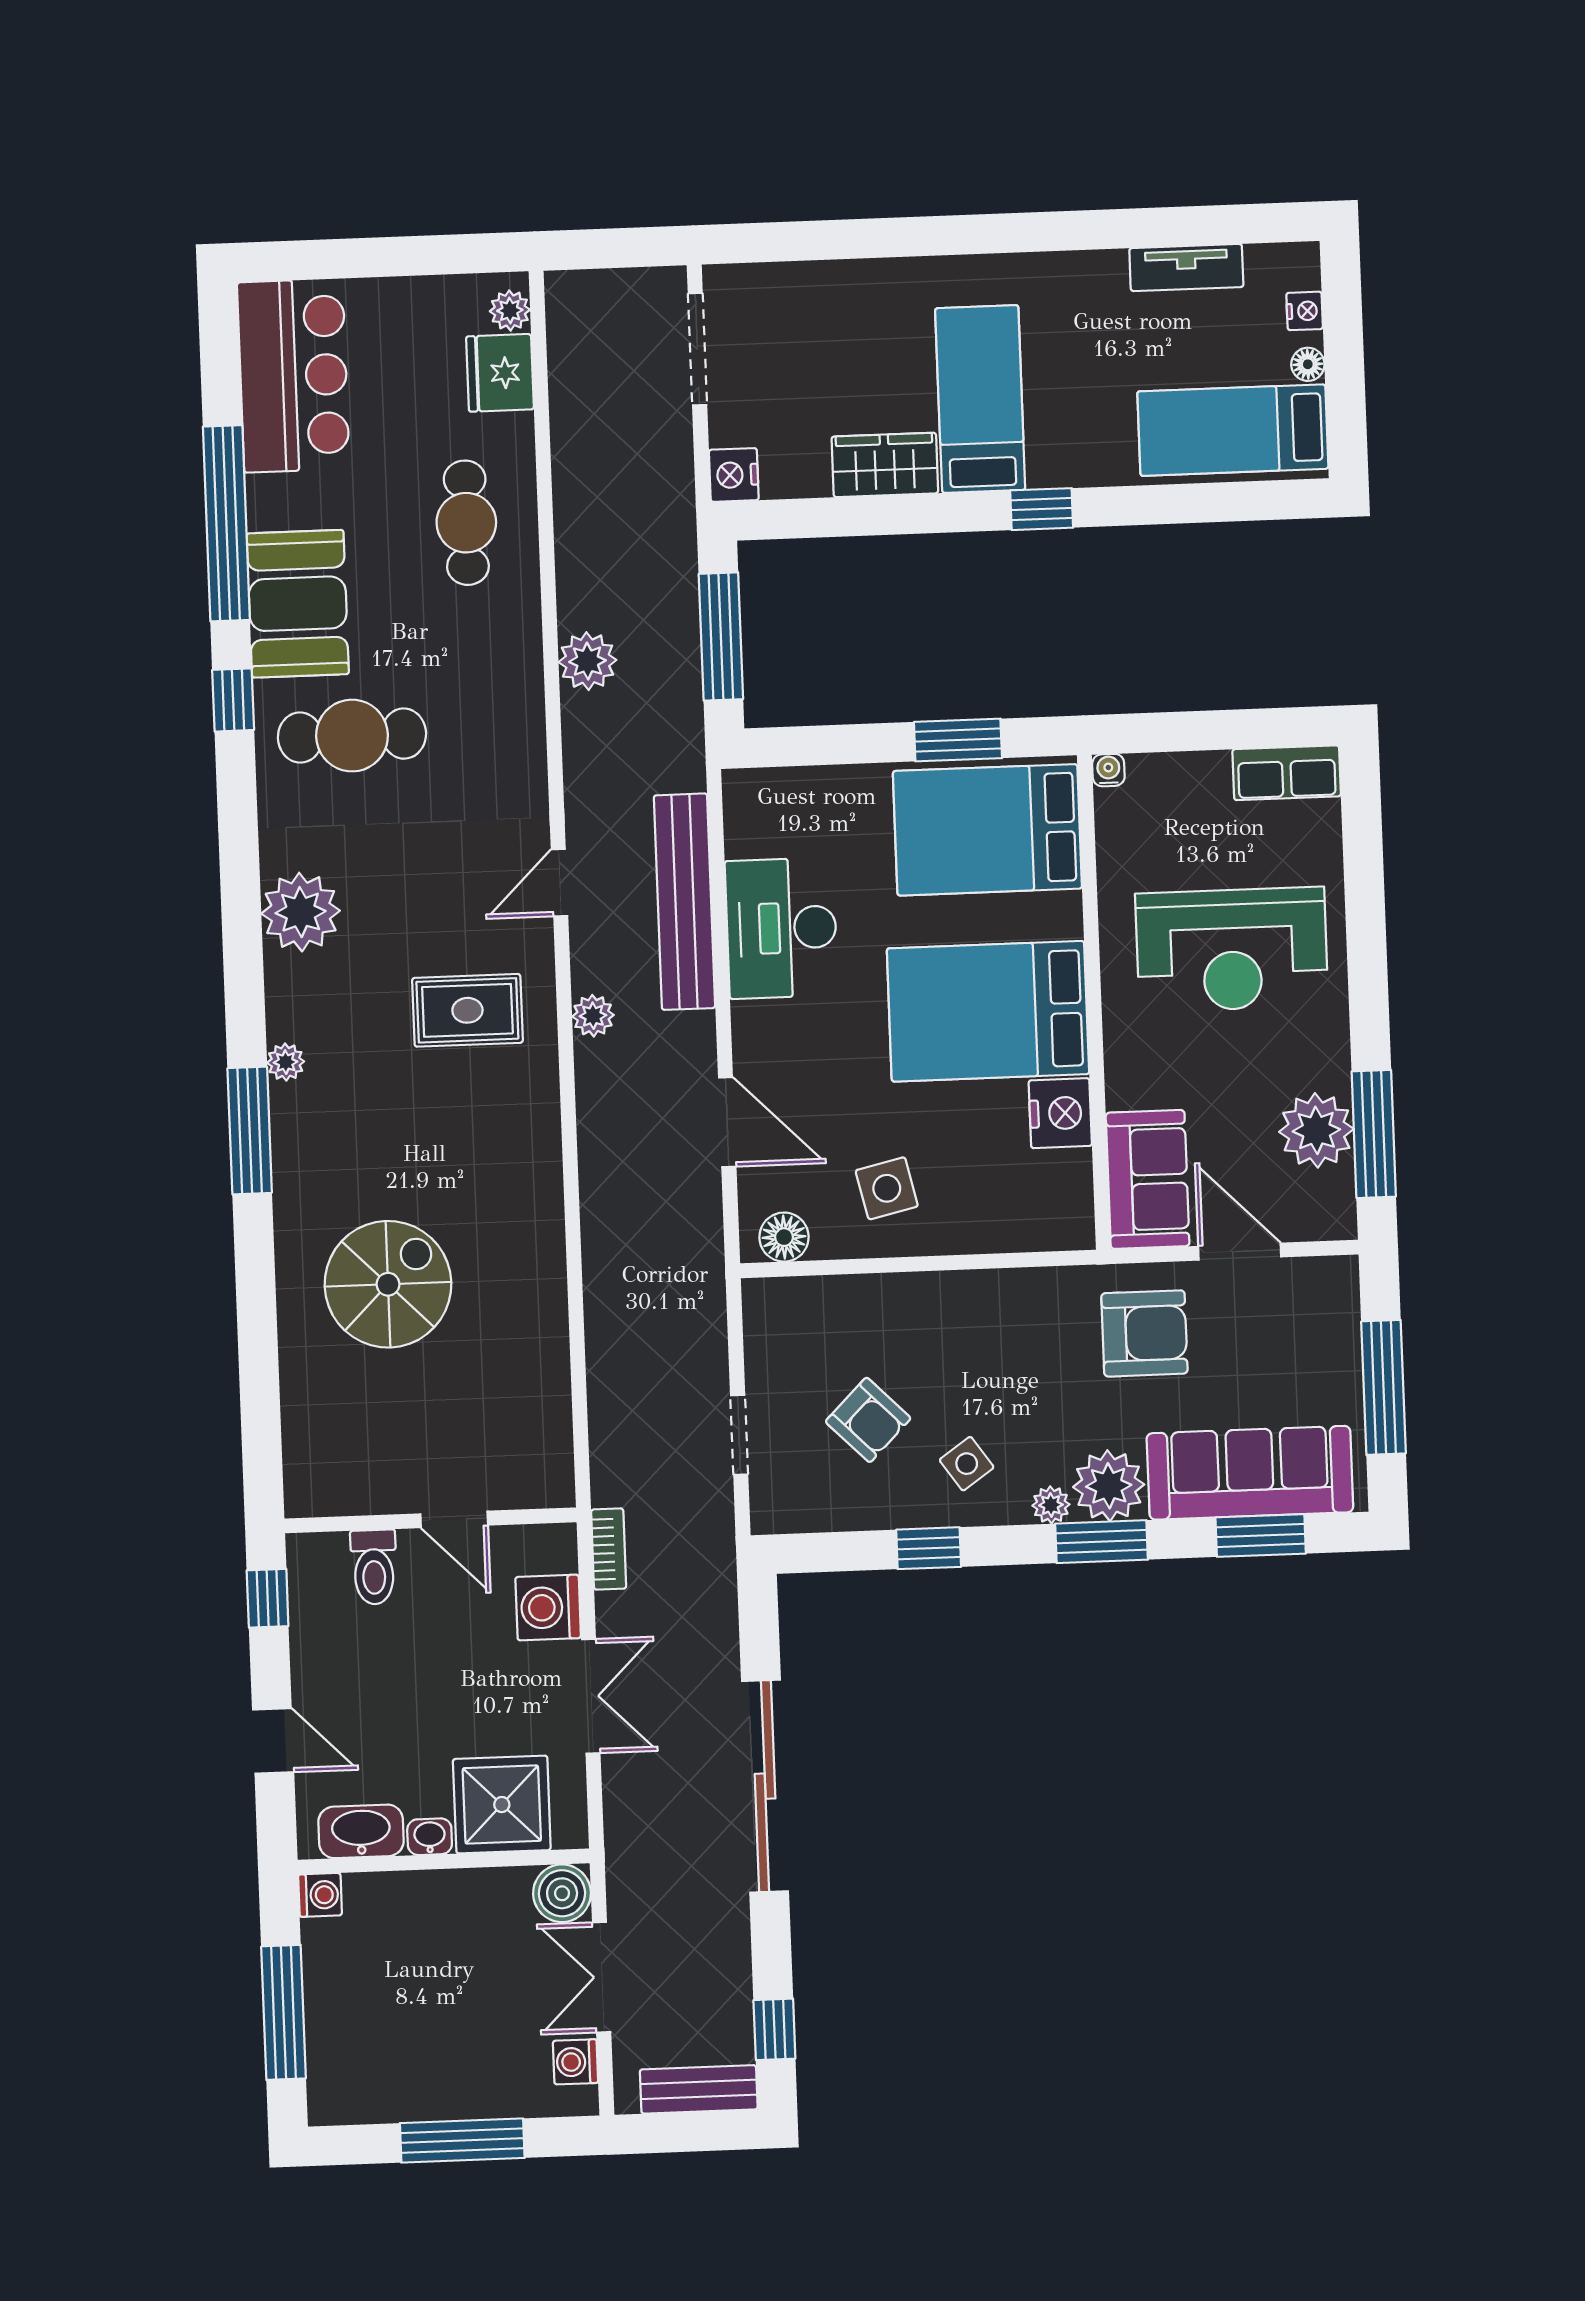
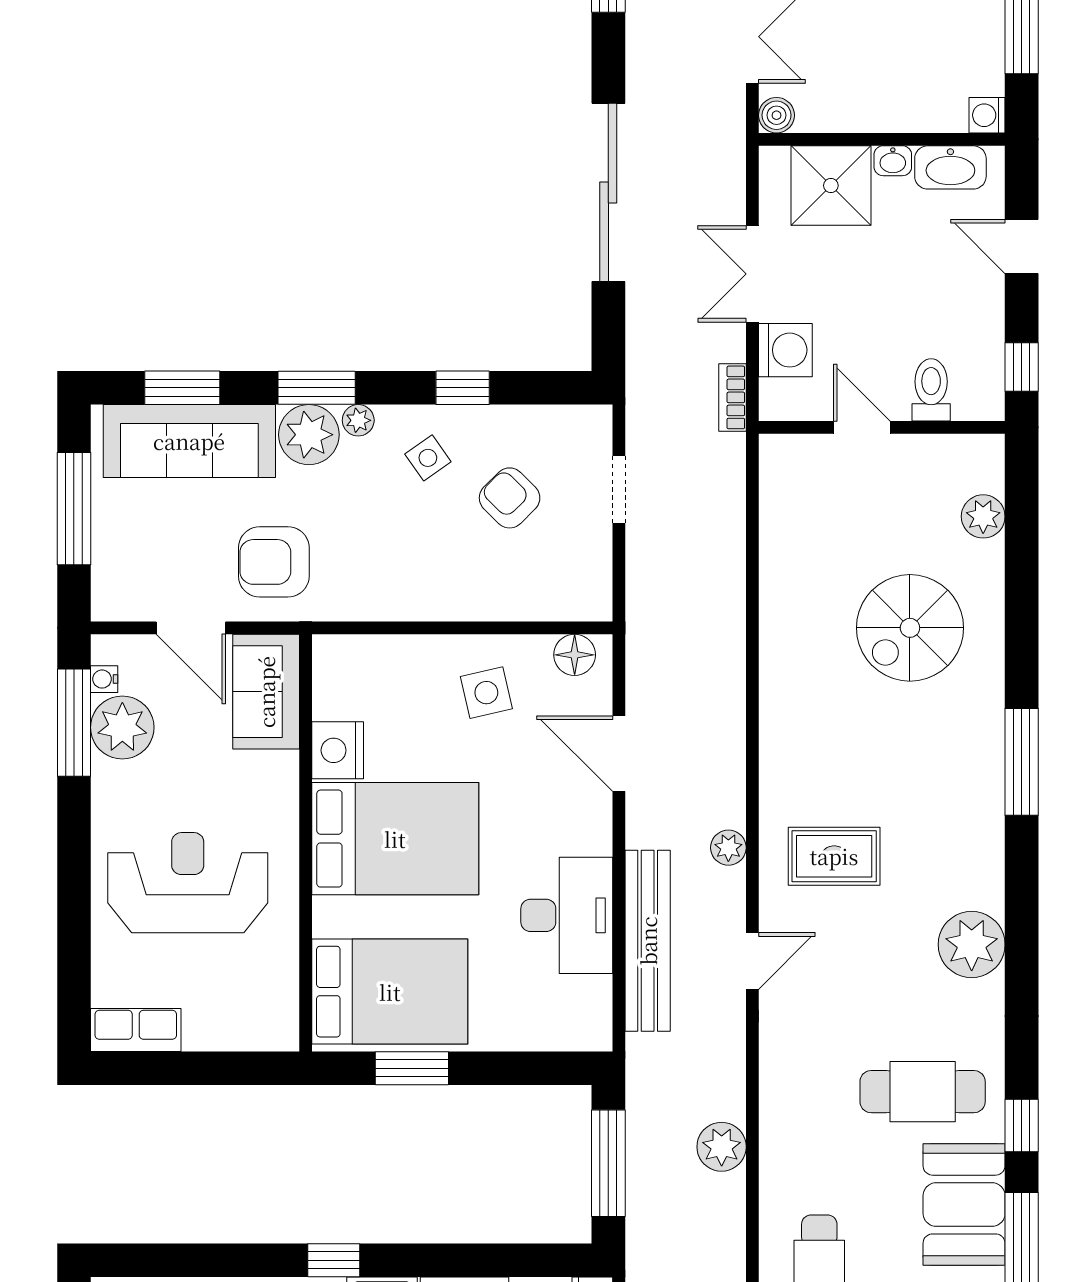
water cooler: (1108, 770) -> (104, 679), moved, turned 90
plant: (286, 1062) -> (983, 516), moved, width x1.38, depth x1.38
boiler: (562, 1893) -> (776, 115), width x0.73, depth x0.73

